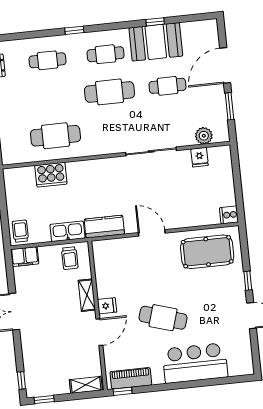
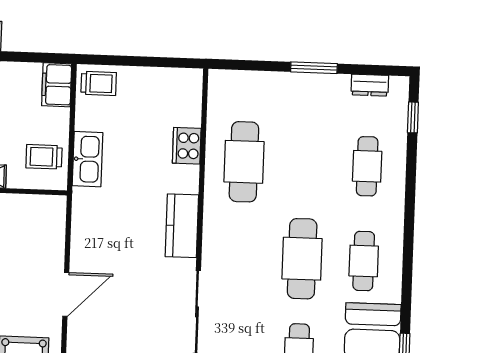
window: (74, 30) -> (413, 117), moved
cooker: (51, 175) -> (187, 146), width x0.73, depth x0.76
kitchen counter: (104, 227) -> (182, 226), moved, turned 180

